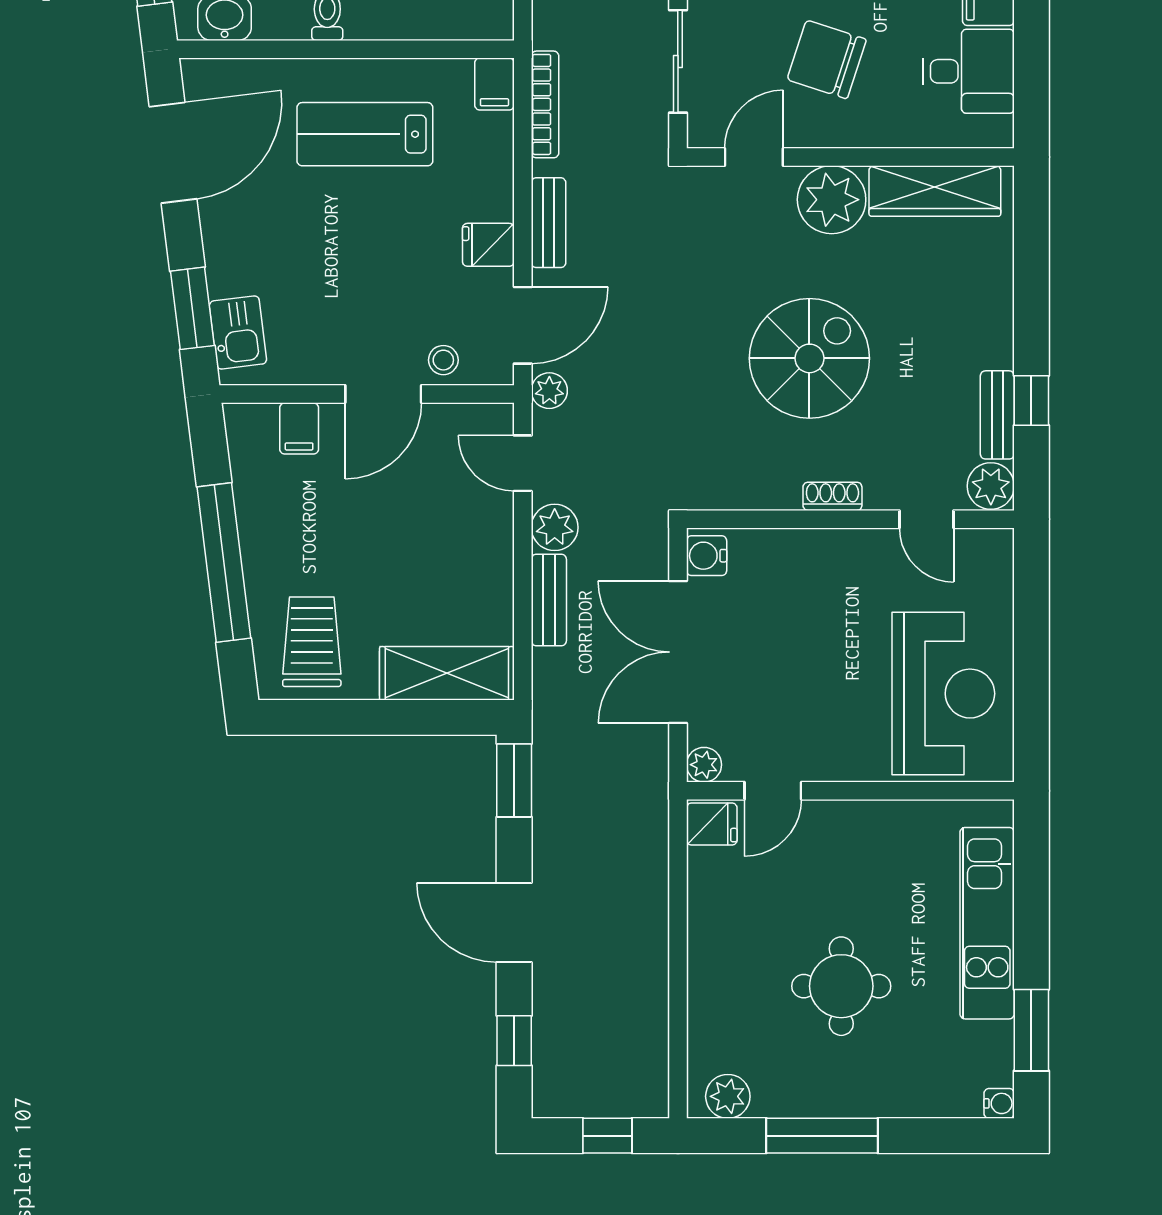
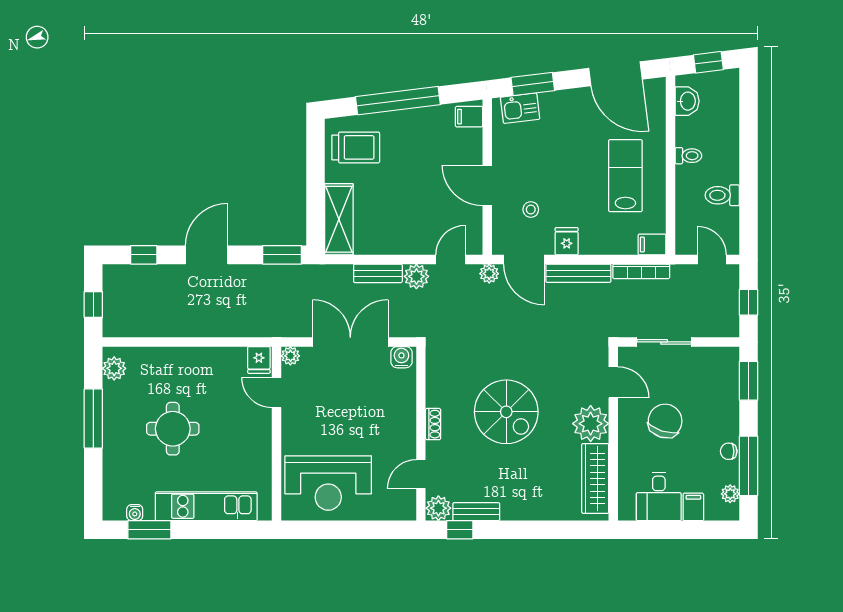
bench: (548, 223) -> (578, 273), width x1.36
stool: (443, 360) -> (531, 210), moved
window: (1031, 400) -> (460, 530), moved
filing cabinet: (299, 428) -> (469, 117), moved
water cooler: (999, 1103) -> (135, 513), moved

